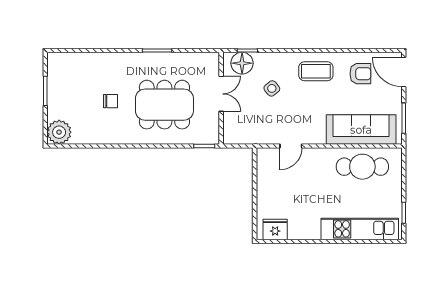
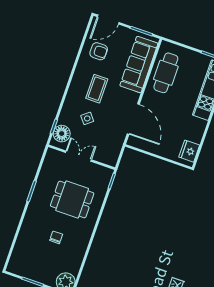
coffee table: (316, 71) -> (97, 89), moved
armchair: (360, 74) -> (99, 51), turned 90
dining table: (164, 105) -> (72, 200), width x0.73
door: (291, 146) -> (133, 119), width x1.88

